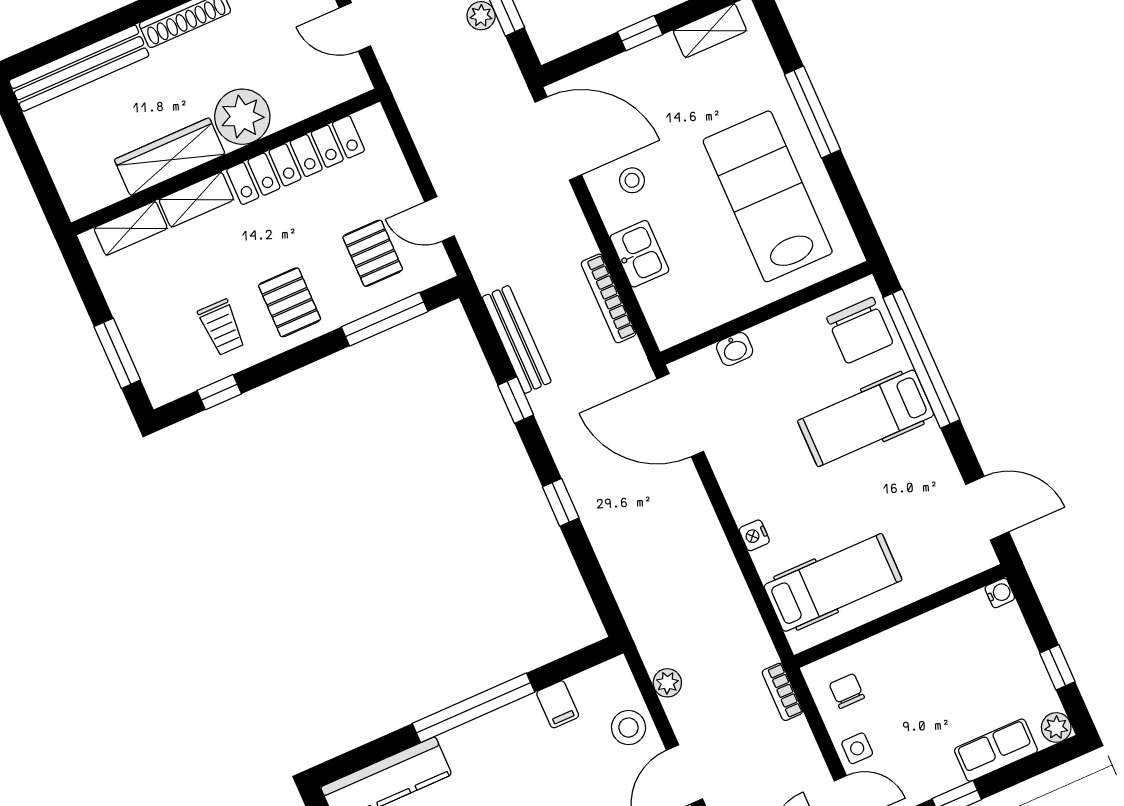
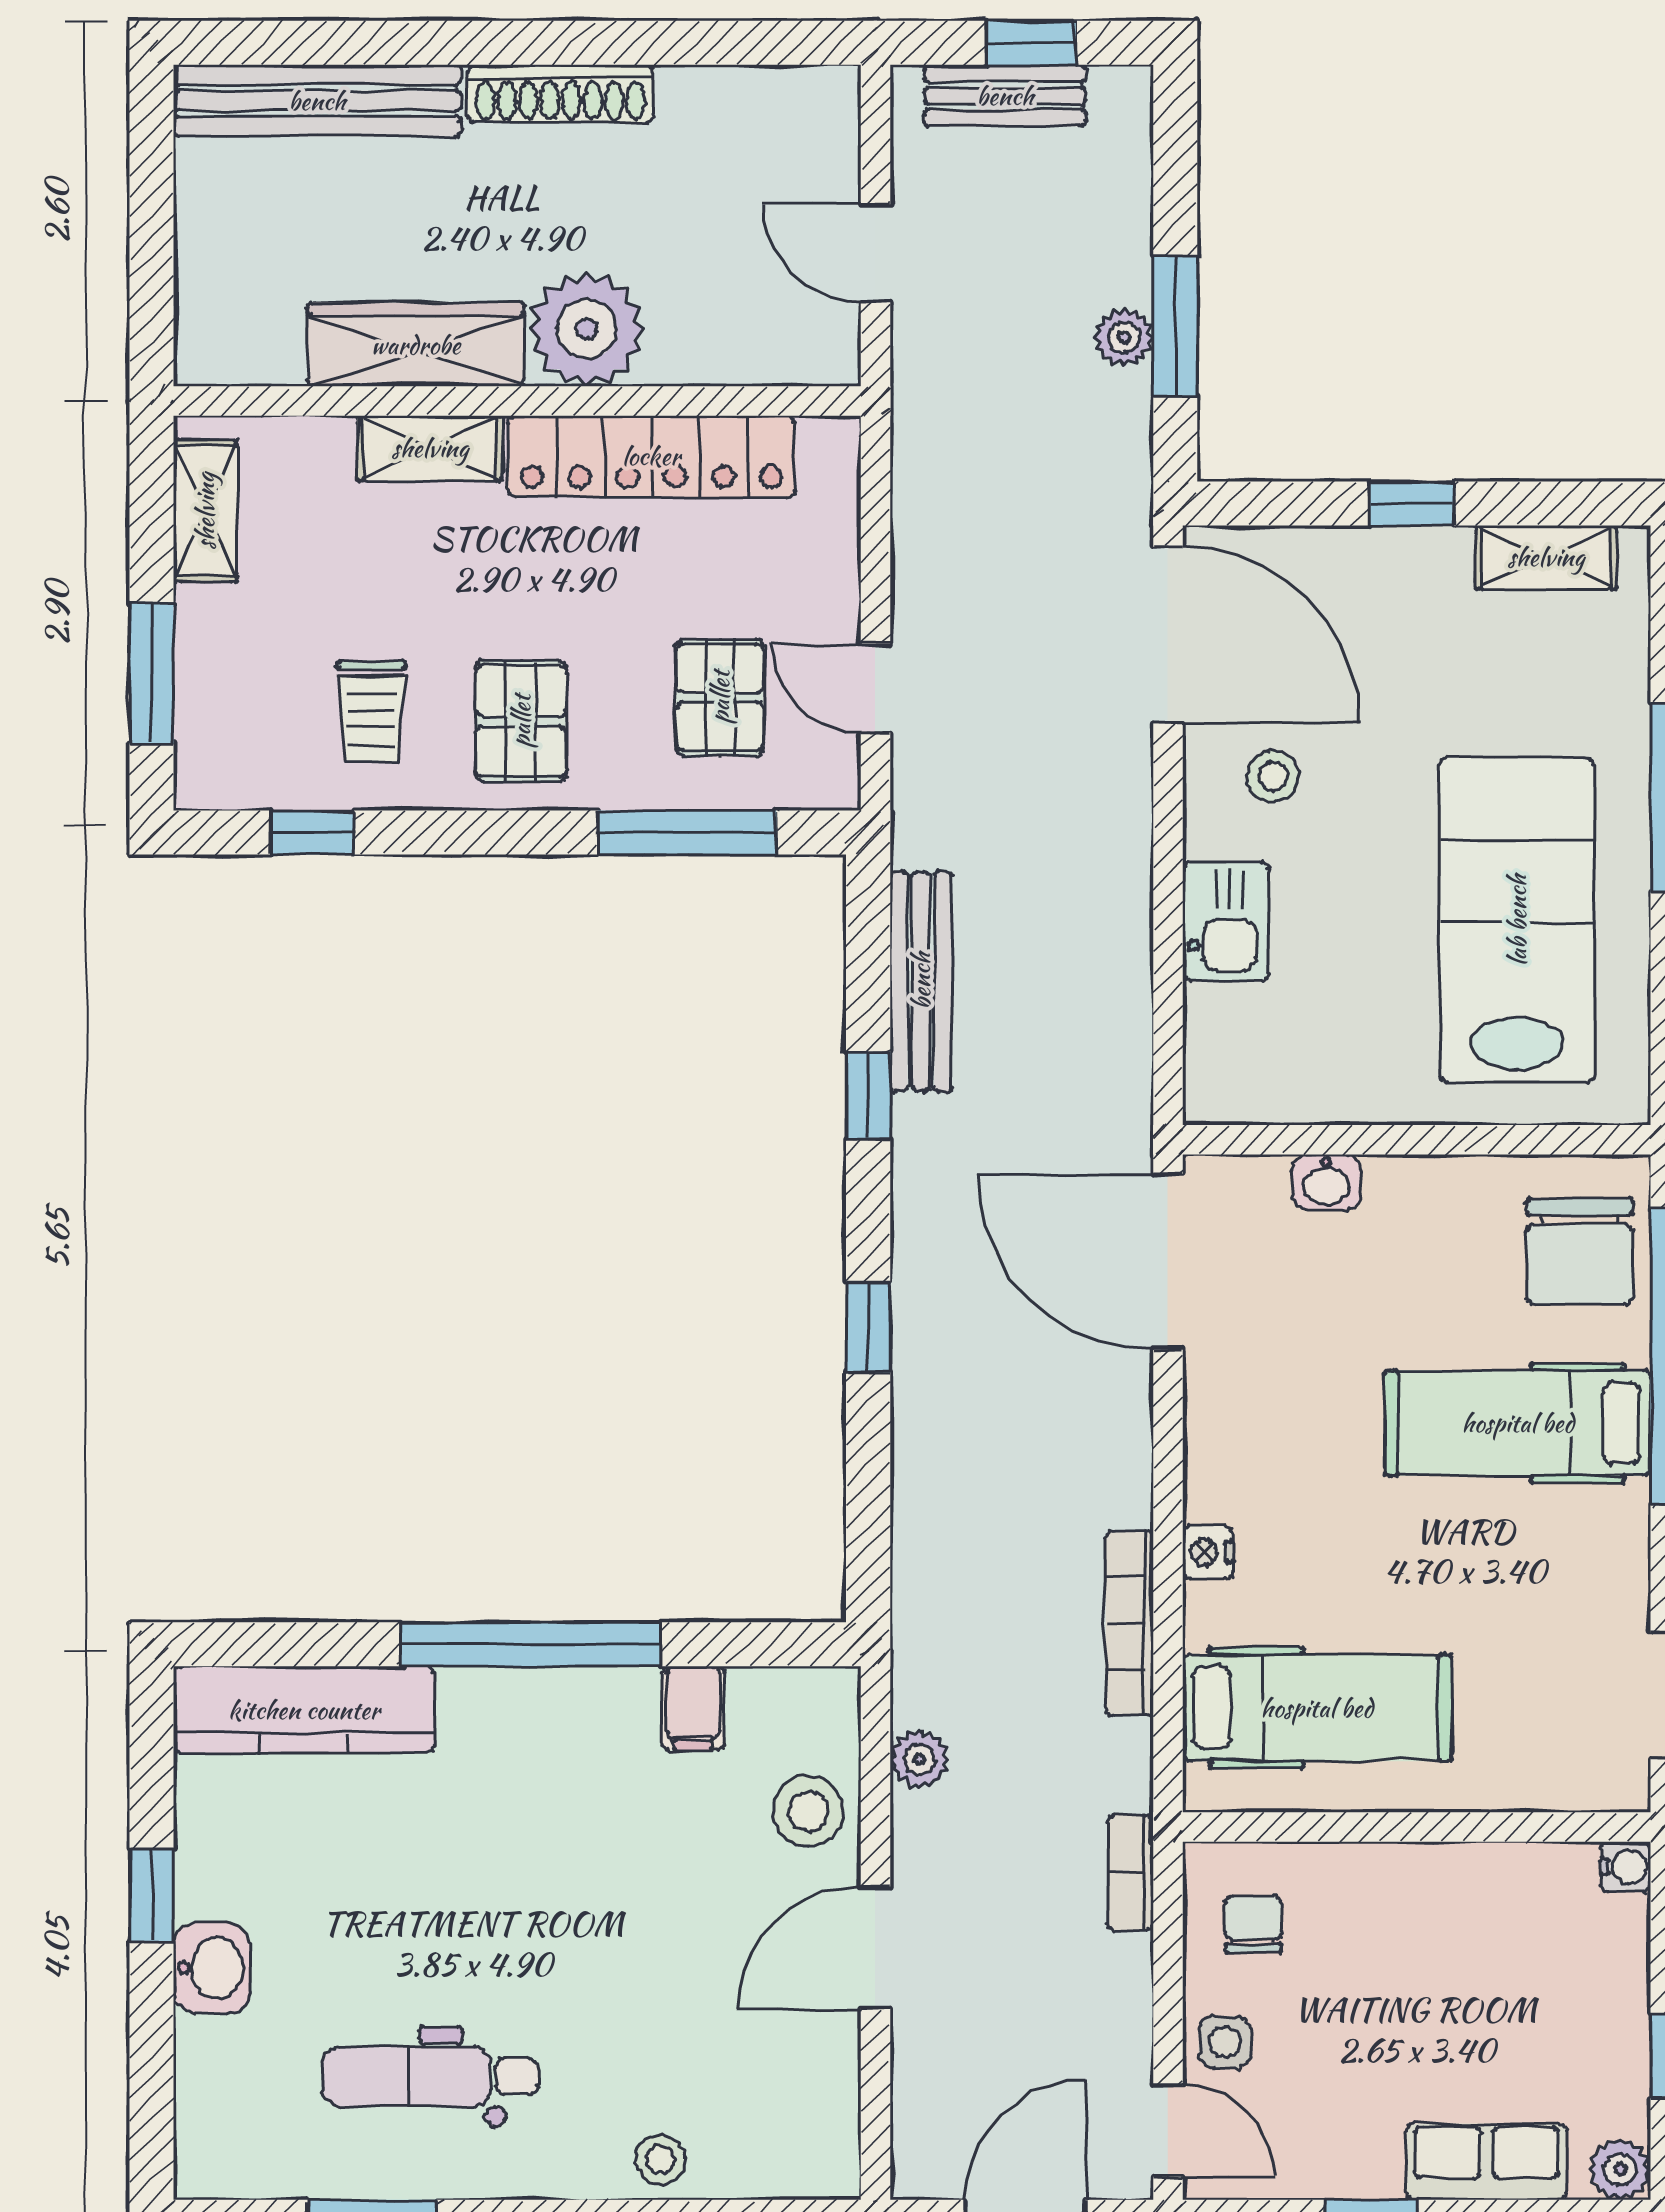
shelving: (131, 228) -> (205, 511), moved, turned 90
bookcase: (609, 298) -> (1130, 1623), moved

